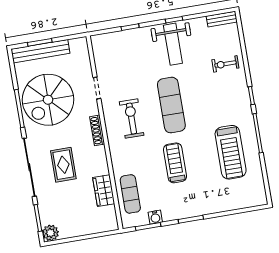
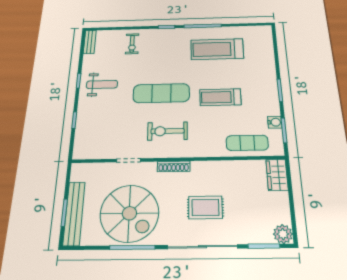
weight bench: (173, 44) -> (102, 84), width x0.73, depth x0.75
treadmill: (231, 152) -> (217, 49), turned 180
wardrobe: (104, 191) -> (277, 175), moved, turned 90

